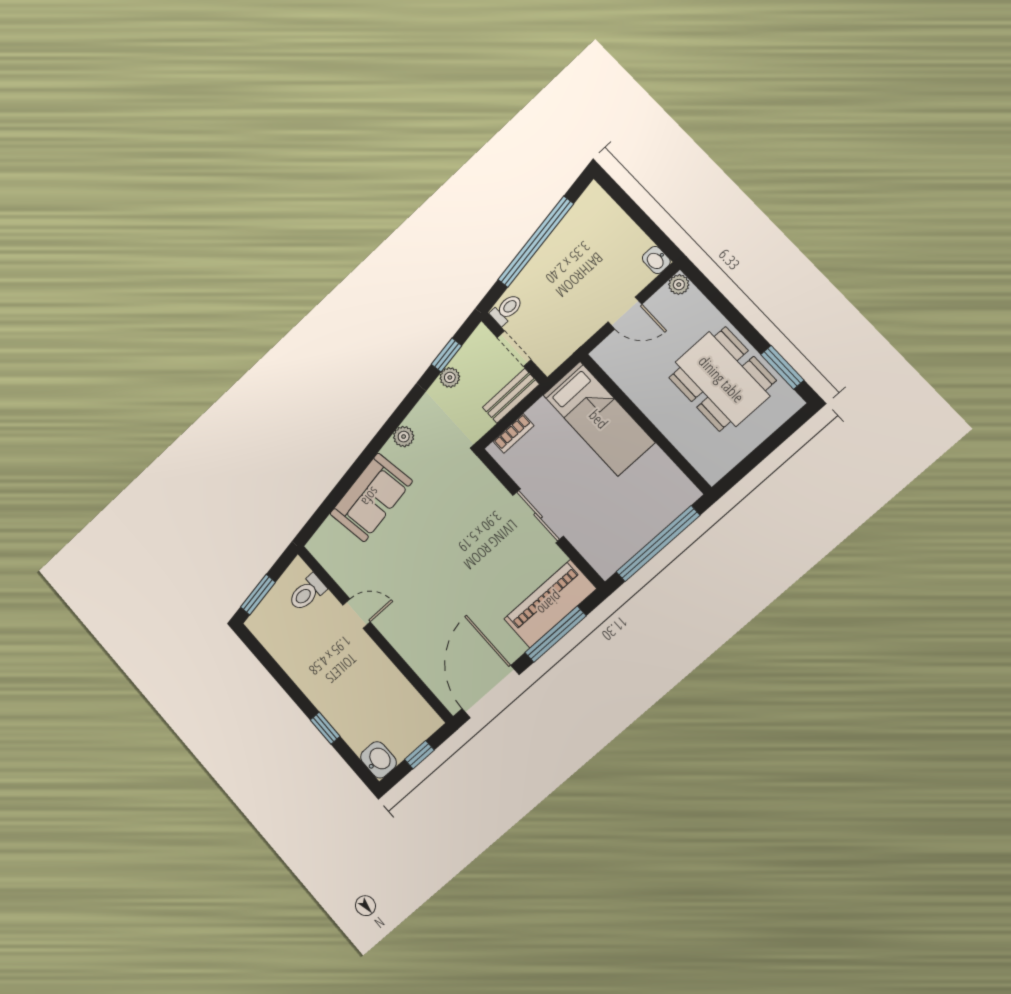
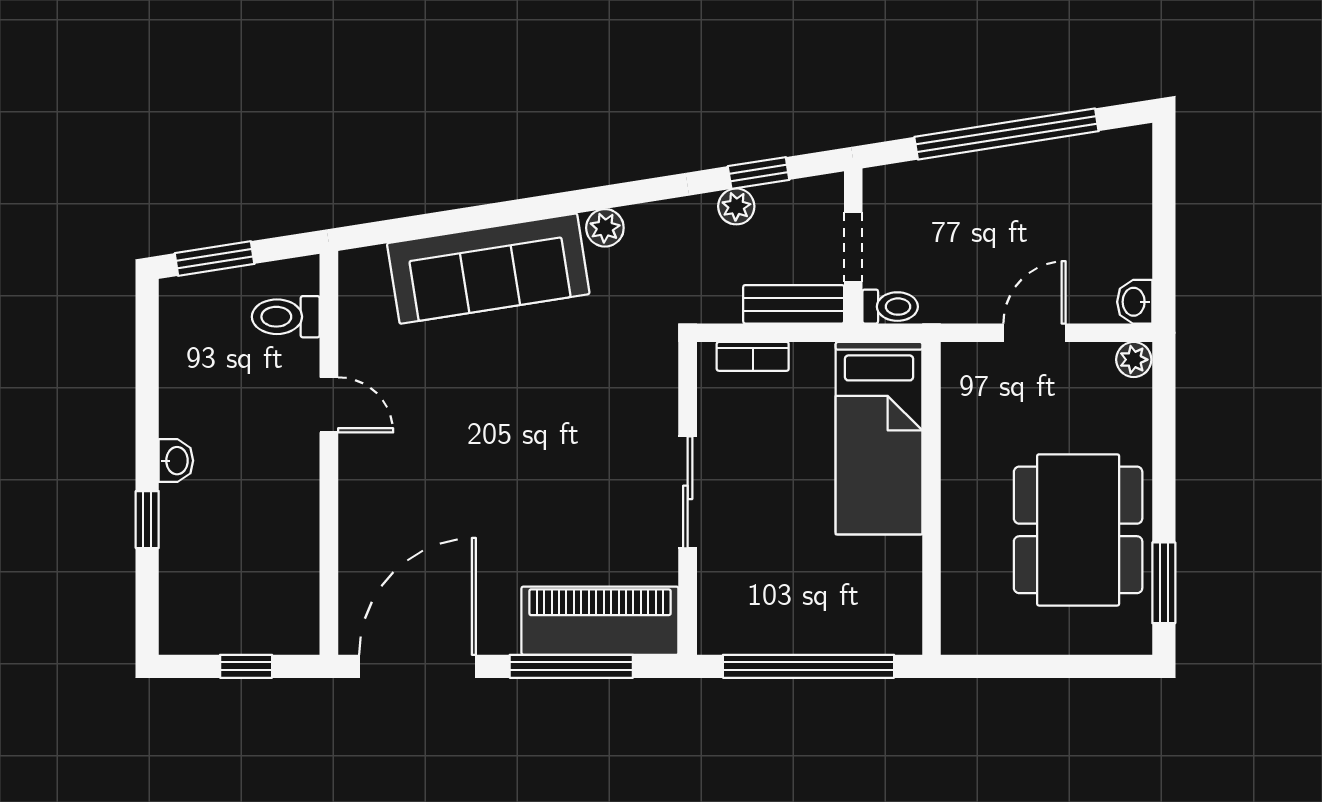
toilet: (507, 309) -> (890, 307), moved
door: (625, 313) -> (1034, 333), swing flipped
sofa: (371, 497) -> (488, 269), width x1.36
washbasin: (379, 760) -> (176, 461), moved, width x0.72, depth x0.69

